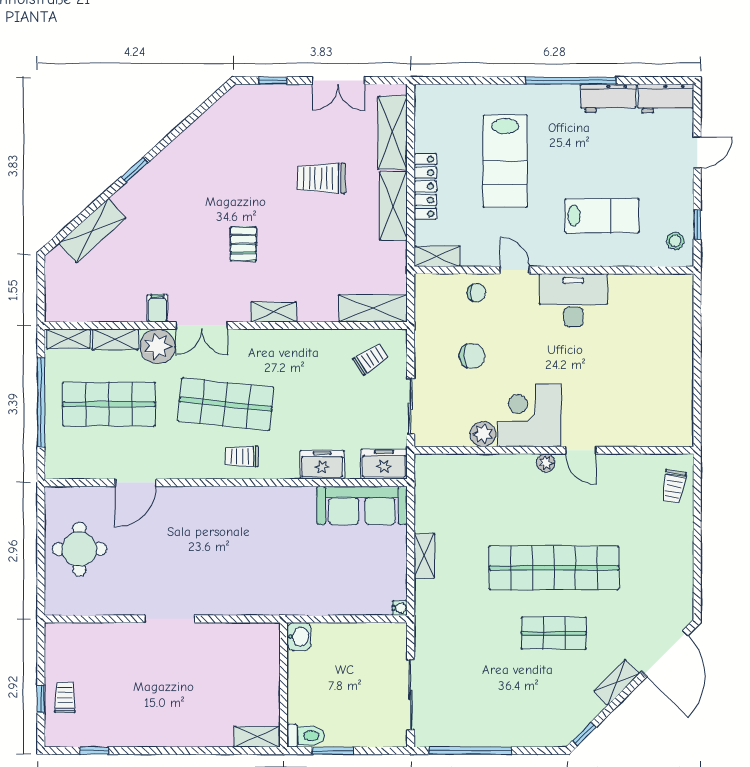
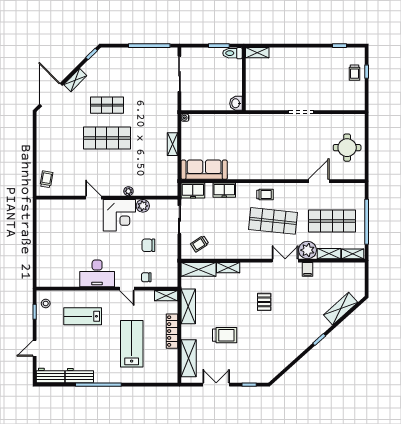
shelving: (393, 206) -> (188, 306), moved
shelving: (274, 312) -> (228, 268), moved
plant: (546, 463) -> (128, 191), moved
shop shelf: (554, 568) -> (107, 138), width x0.71

